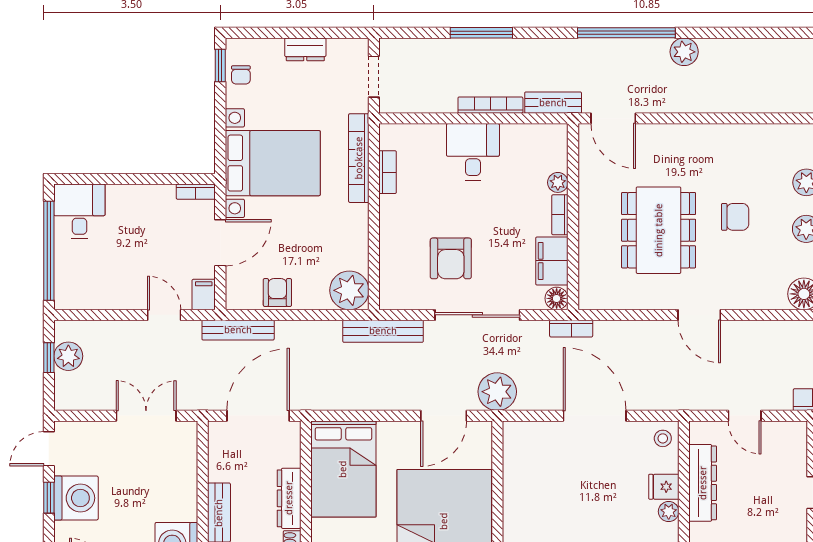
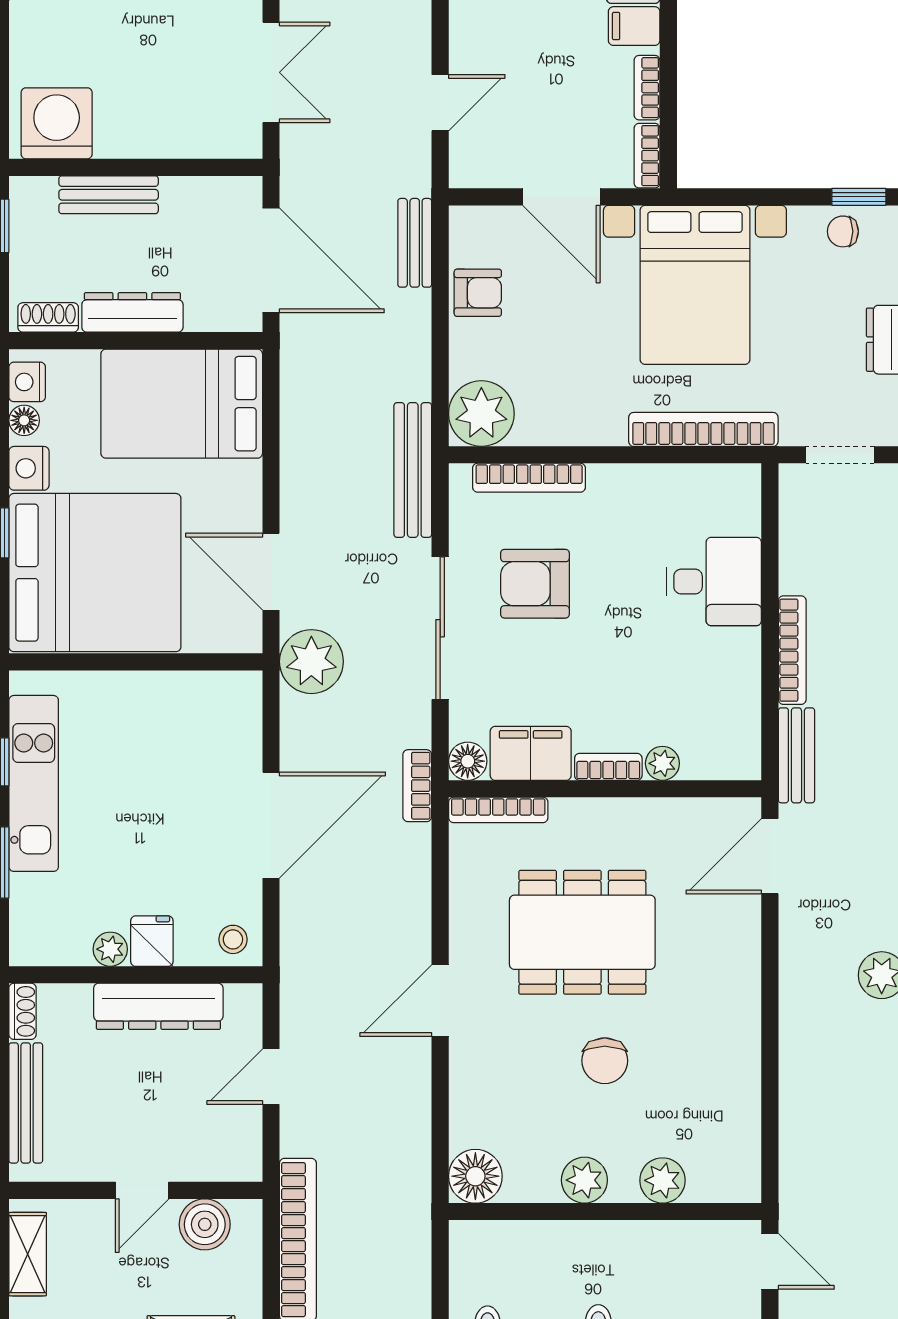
desk: (473, 152) -> (714, 582), moved
bookcase: (388, 172) -> (529, 478), moved, width x1.56
bookcase: (155, 192) -> (647, 88), added
bookcase: (586, 280) -> (498, 810), added
filing cabinet: (204, 295) -> (634, 26), moved, turned 180
bench: (238, 330) -> (415, 243), width x0.73

